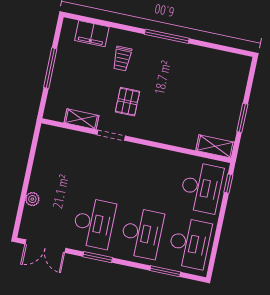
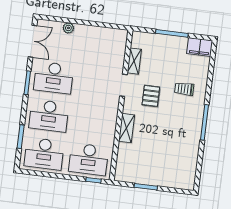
filing cabinet: (92, 34) -> (200, 47), moved, turned -90
pallet: (127, 102) -> (151, 96), turned 90
shelving: (215, 146) -> (127, 128), moved
double door: (45, 246) -> (32, 41), swing flipped

